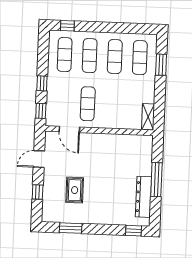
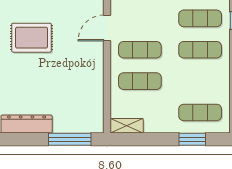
exercise mat: (115, 57) -> (140, 81), moved
window: (156, 180) -> (70, 139), moved
rug: (75, 190) -> (32, 38), width x1.36, depth x1.43

